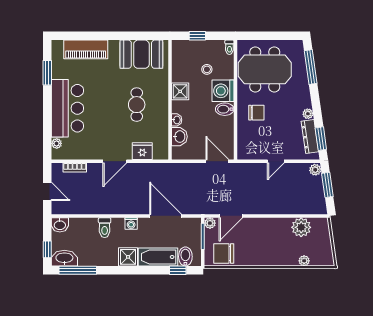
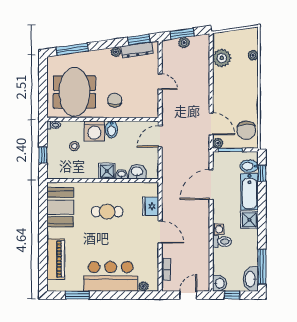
shower: (180, 91) -> (107, 171), moved
plant: (315, 170) -> (184, 43), moved
washing machine: (131, 224) -> (218, 229), moved
window: (47, 249) -> (232, 295), moved

